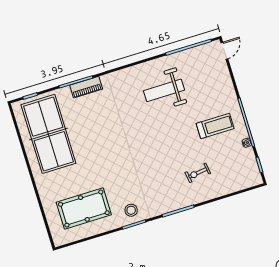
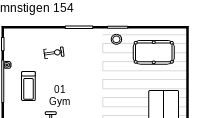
treadmill: (215, 126) -> (28, 86), turned -90

